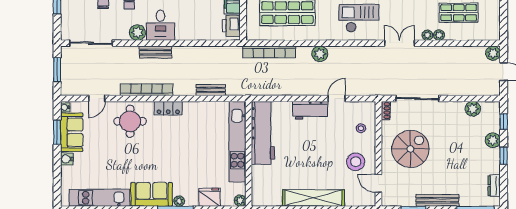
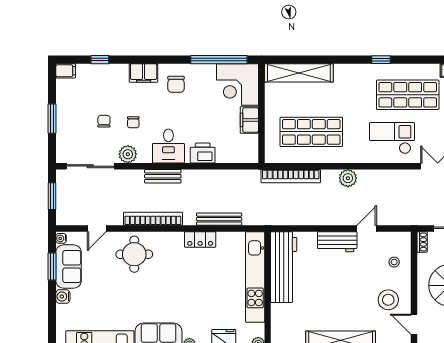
printer: (231, 26) -> (203, 153), moved, turned 90
plant: (137, 33) -> (128, 154), moved
bench: (211, 90) -> (219, 219), width x1.36
locker: (168, 108) -> (200, 239), moved

